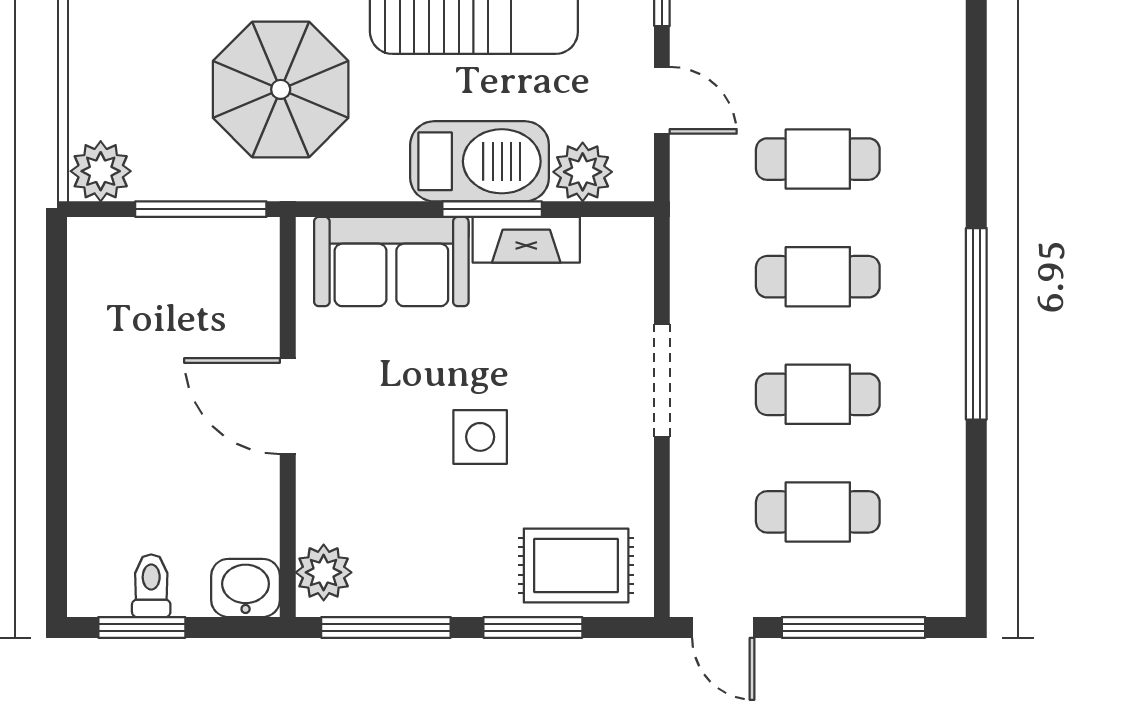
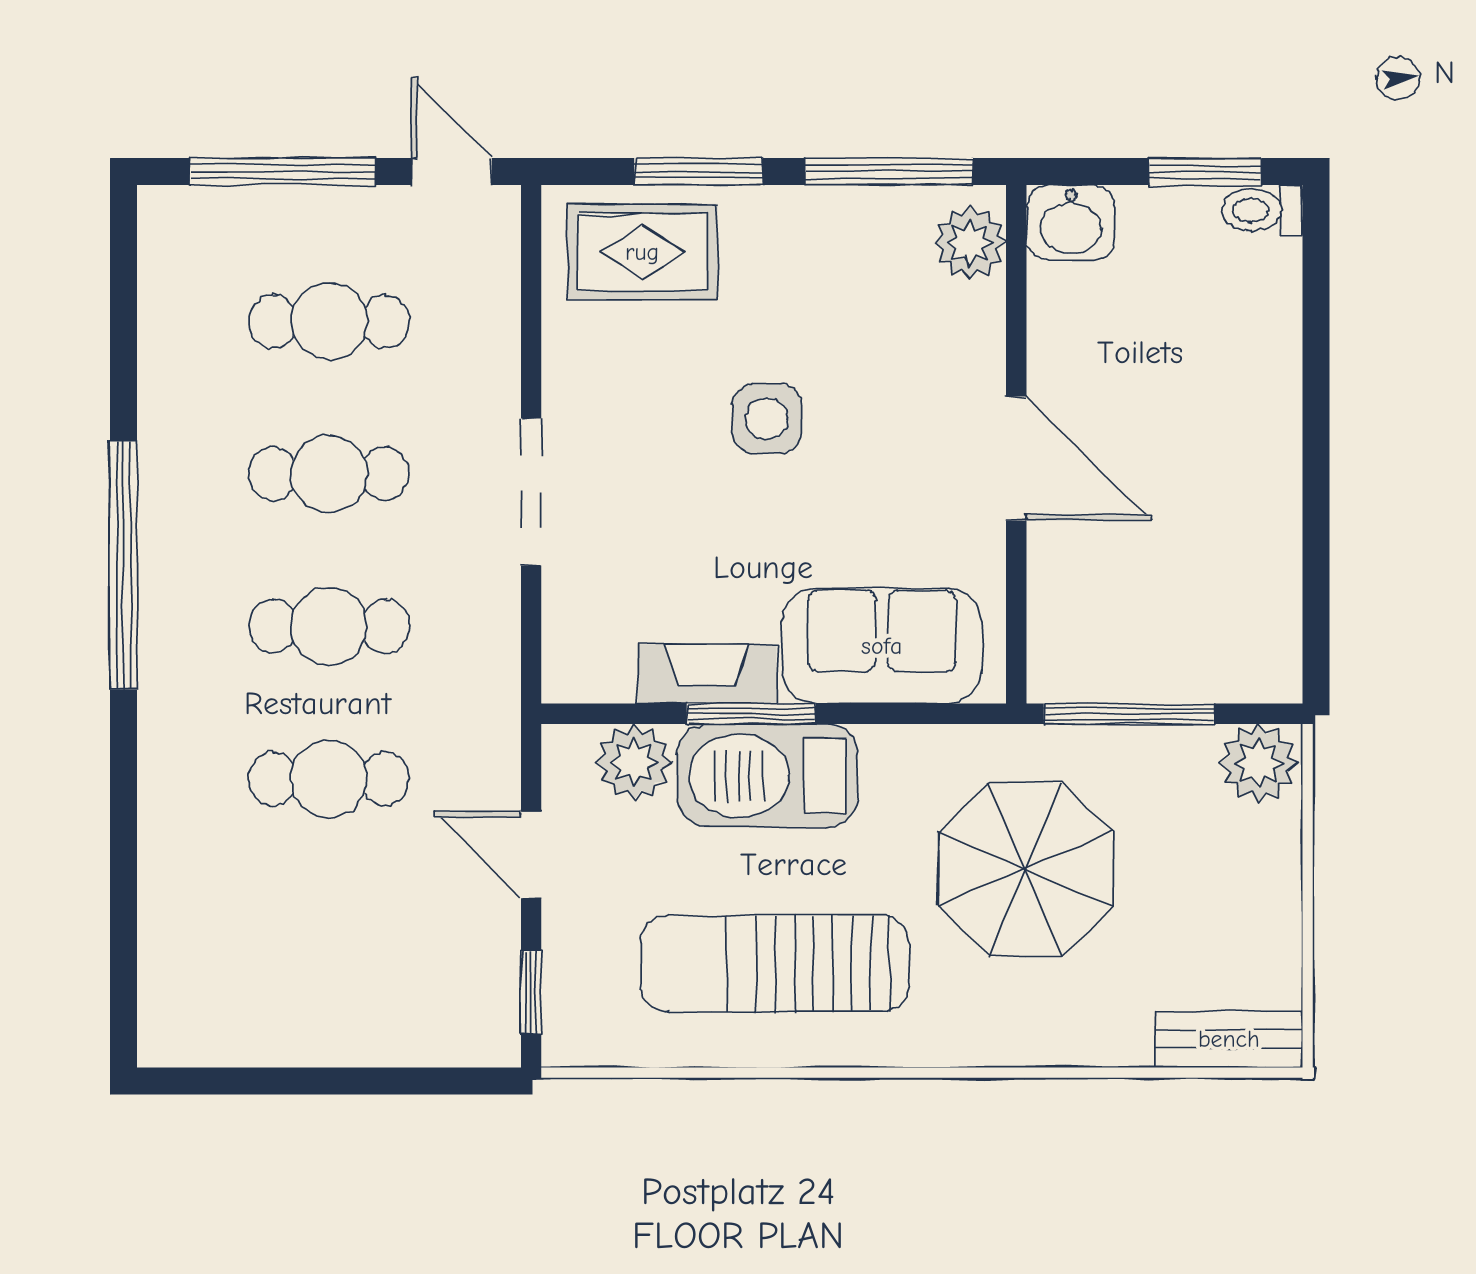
toilet: (151, 586) -> (1262, 210), moved, turned 90

